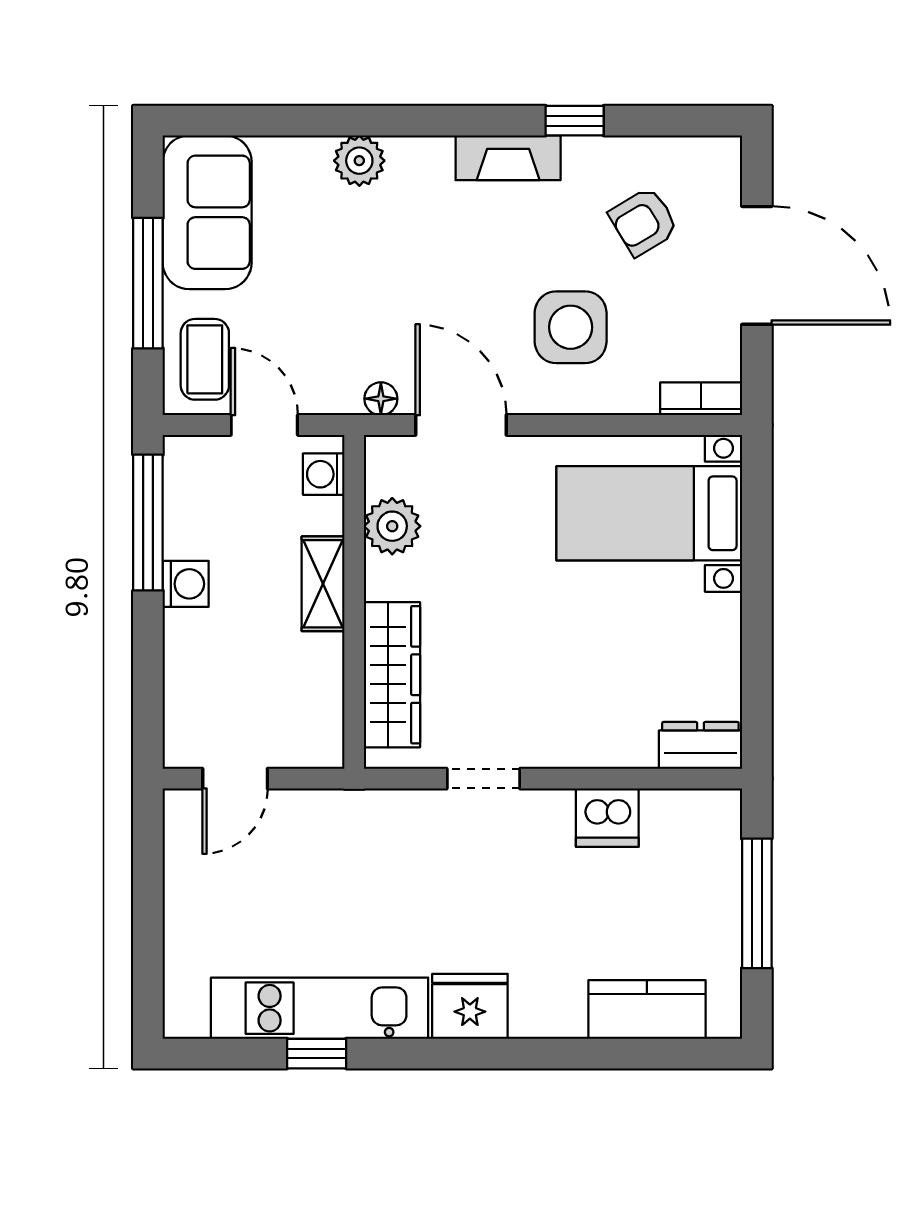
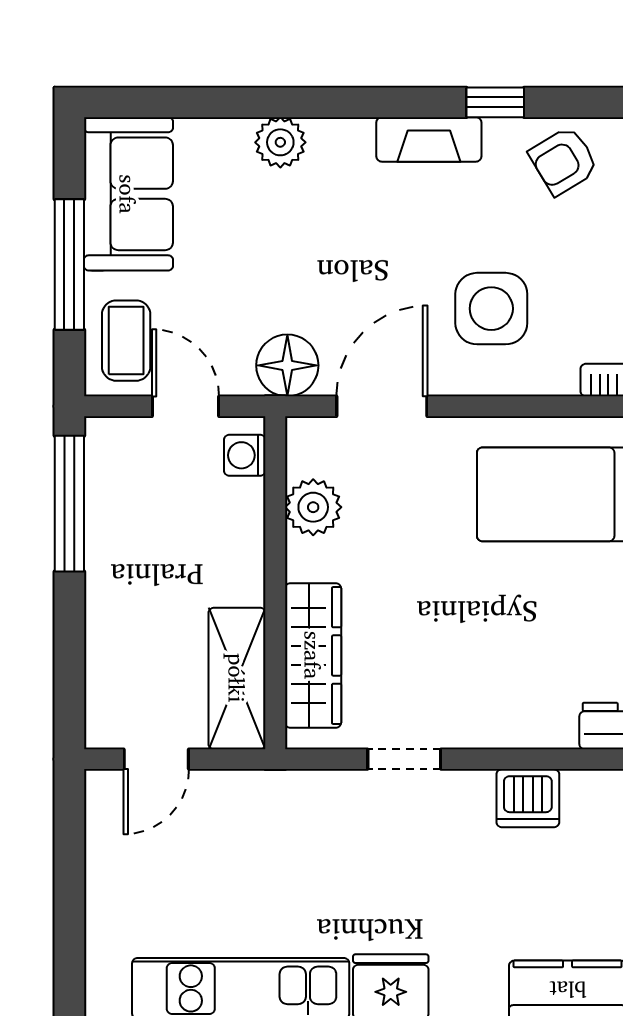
armchair: (644, 222) -> (564, 161), moved
floor lamp: (381, 399) -> (287, 365), width x1.89, depth x1.89
door: (461, 425) -> (382, 406), hinge flipped
washing machine: (186, 584) -> (107, 565), removed
shelving: (323, 584) -> (237, 678), moved, width x1.50, depth x1.33

